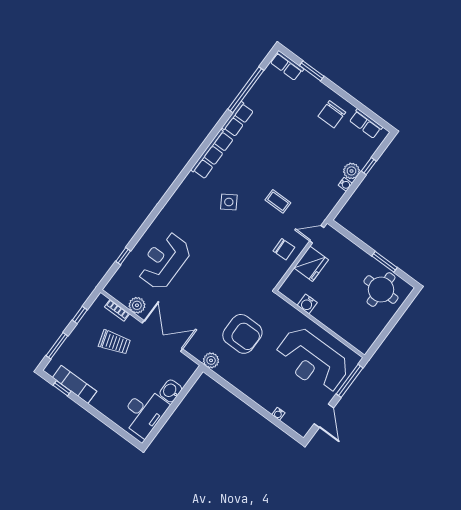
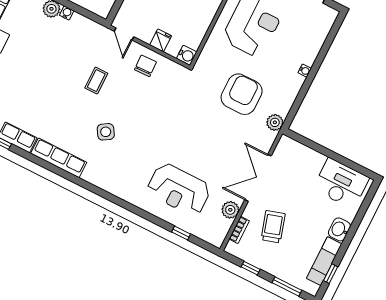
fridge: (311, 264) -> (161, 40), width x0.53, depth x0.75
water cooler: (307, 304) -> (187, 55), moved
washbasin: (171, 391) -> (339, 229), moved, turned 90
water cooler: (278, 414) -> (305, 71), moved

